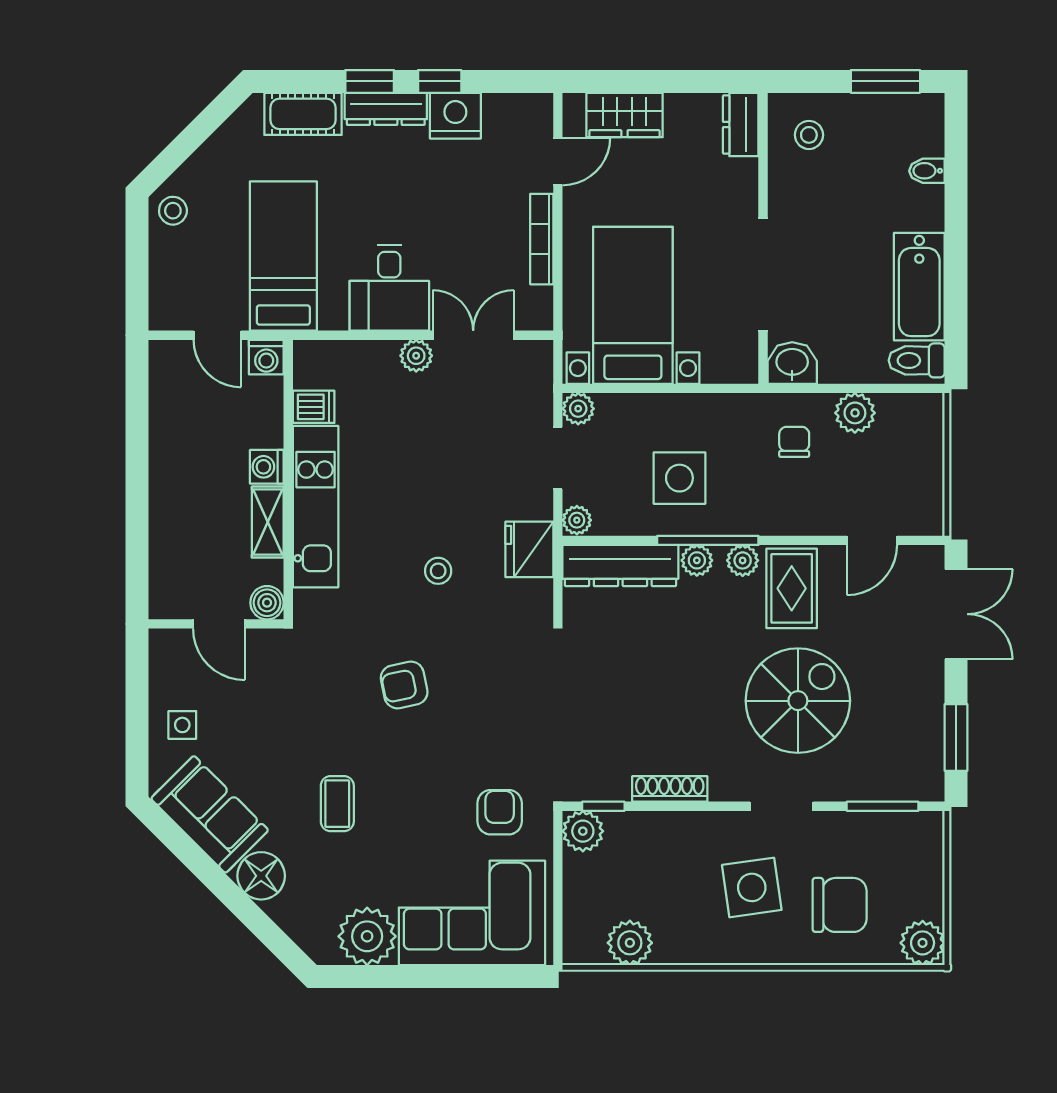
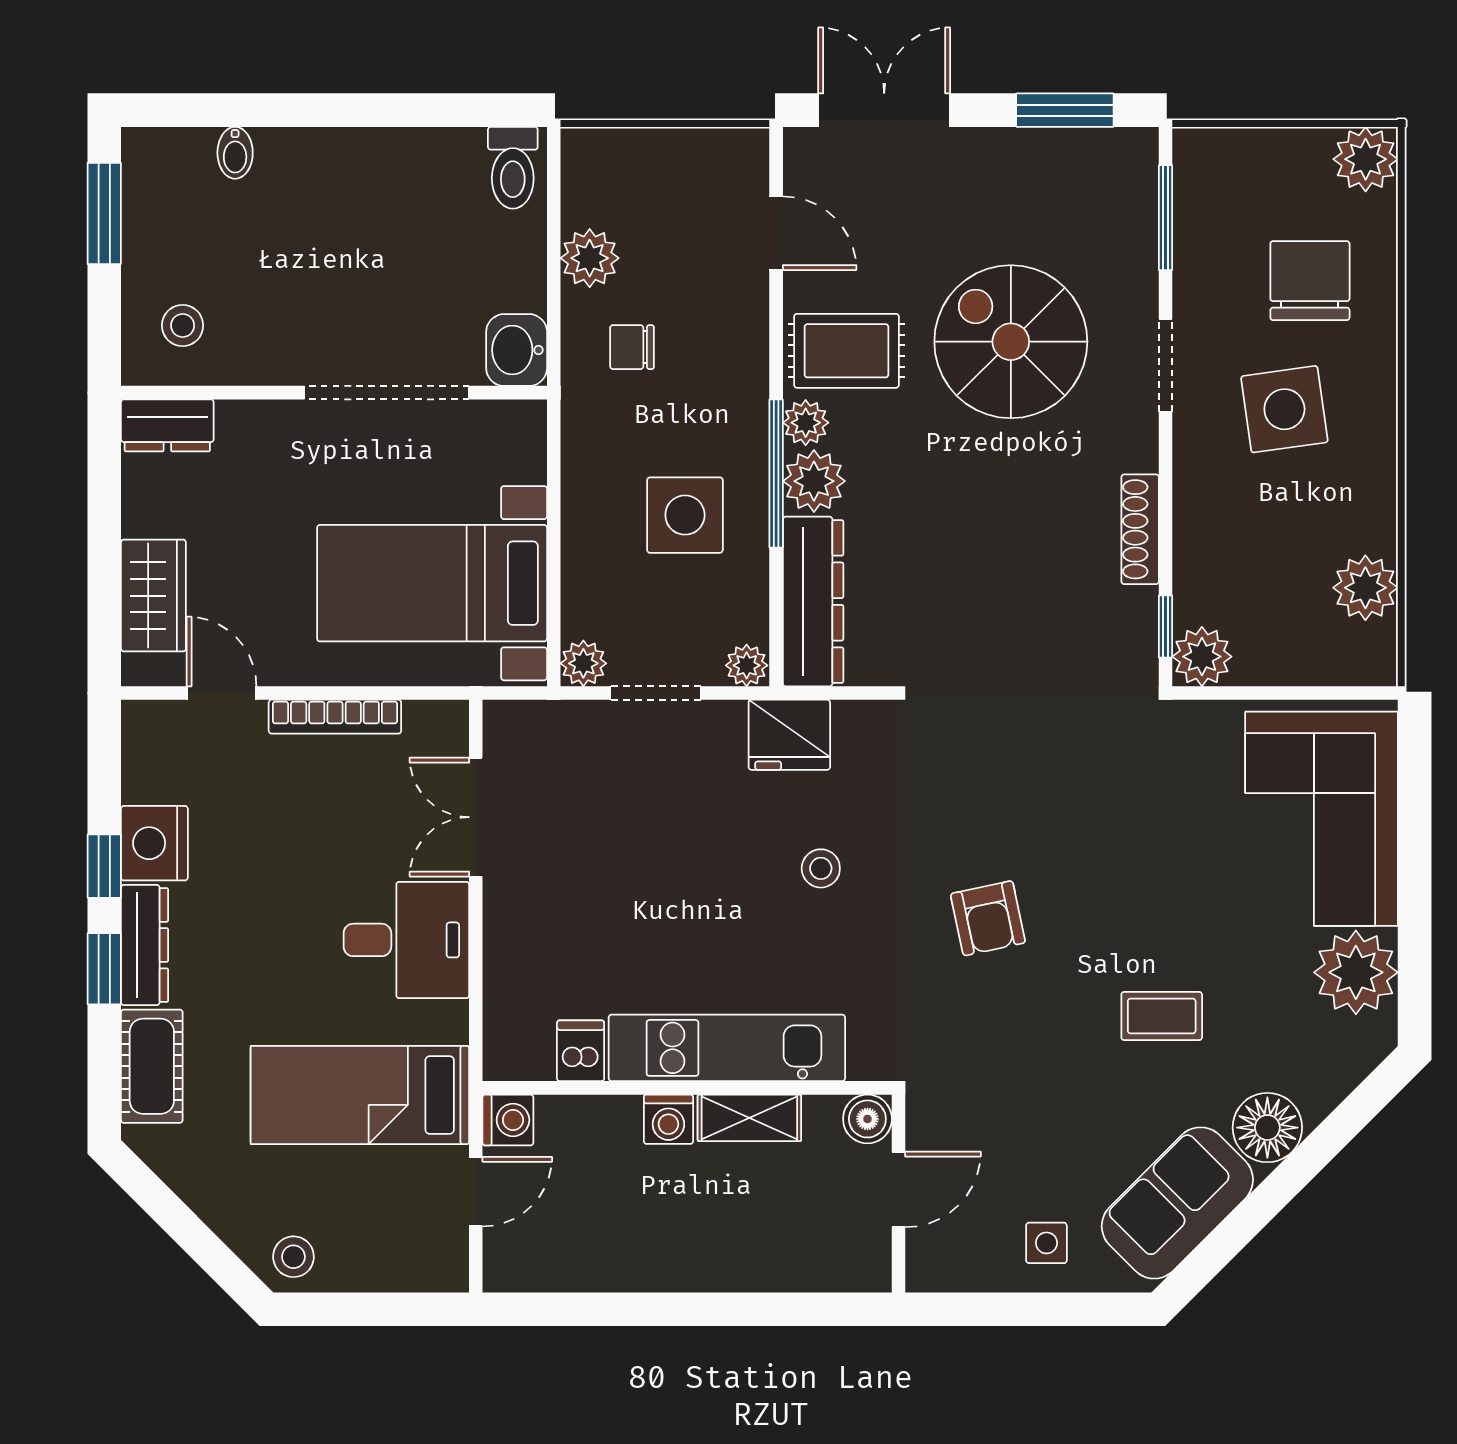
bathtub: (919, 287) -> (405, 164), removed
plant: (416, 356) -> (506, 901), removed
plant: (697, 560) -> (814, 481), width x1.38, depth x1.38
armchair: (500, 812) -> (1174, 778), removed

